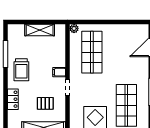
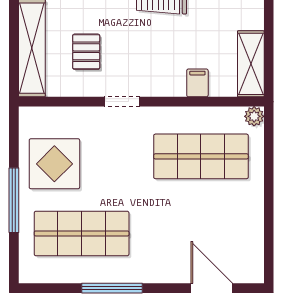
shelving: (40, 30) -> (251, 64), moved
filing cabinet: (59, 72) -> (197, 83), moved

